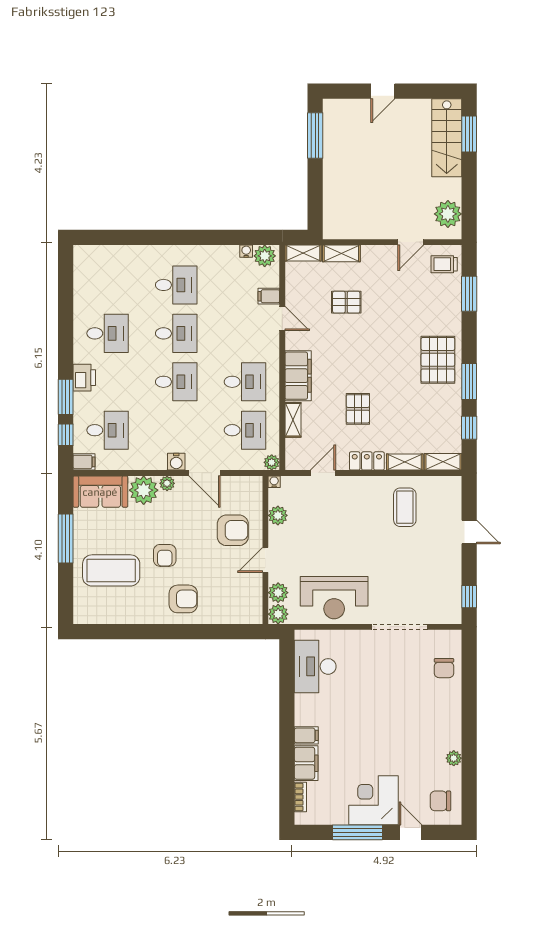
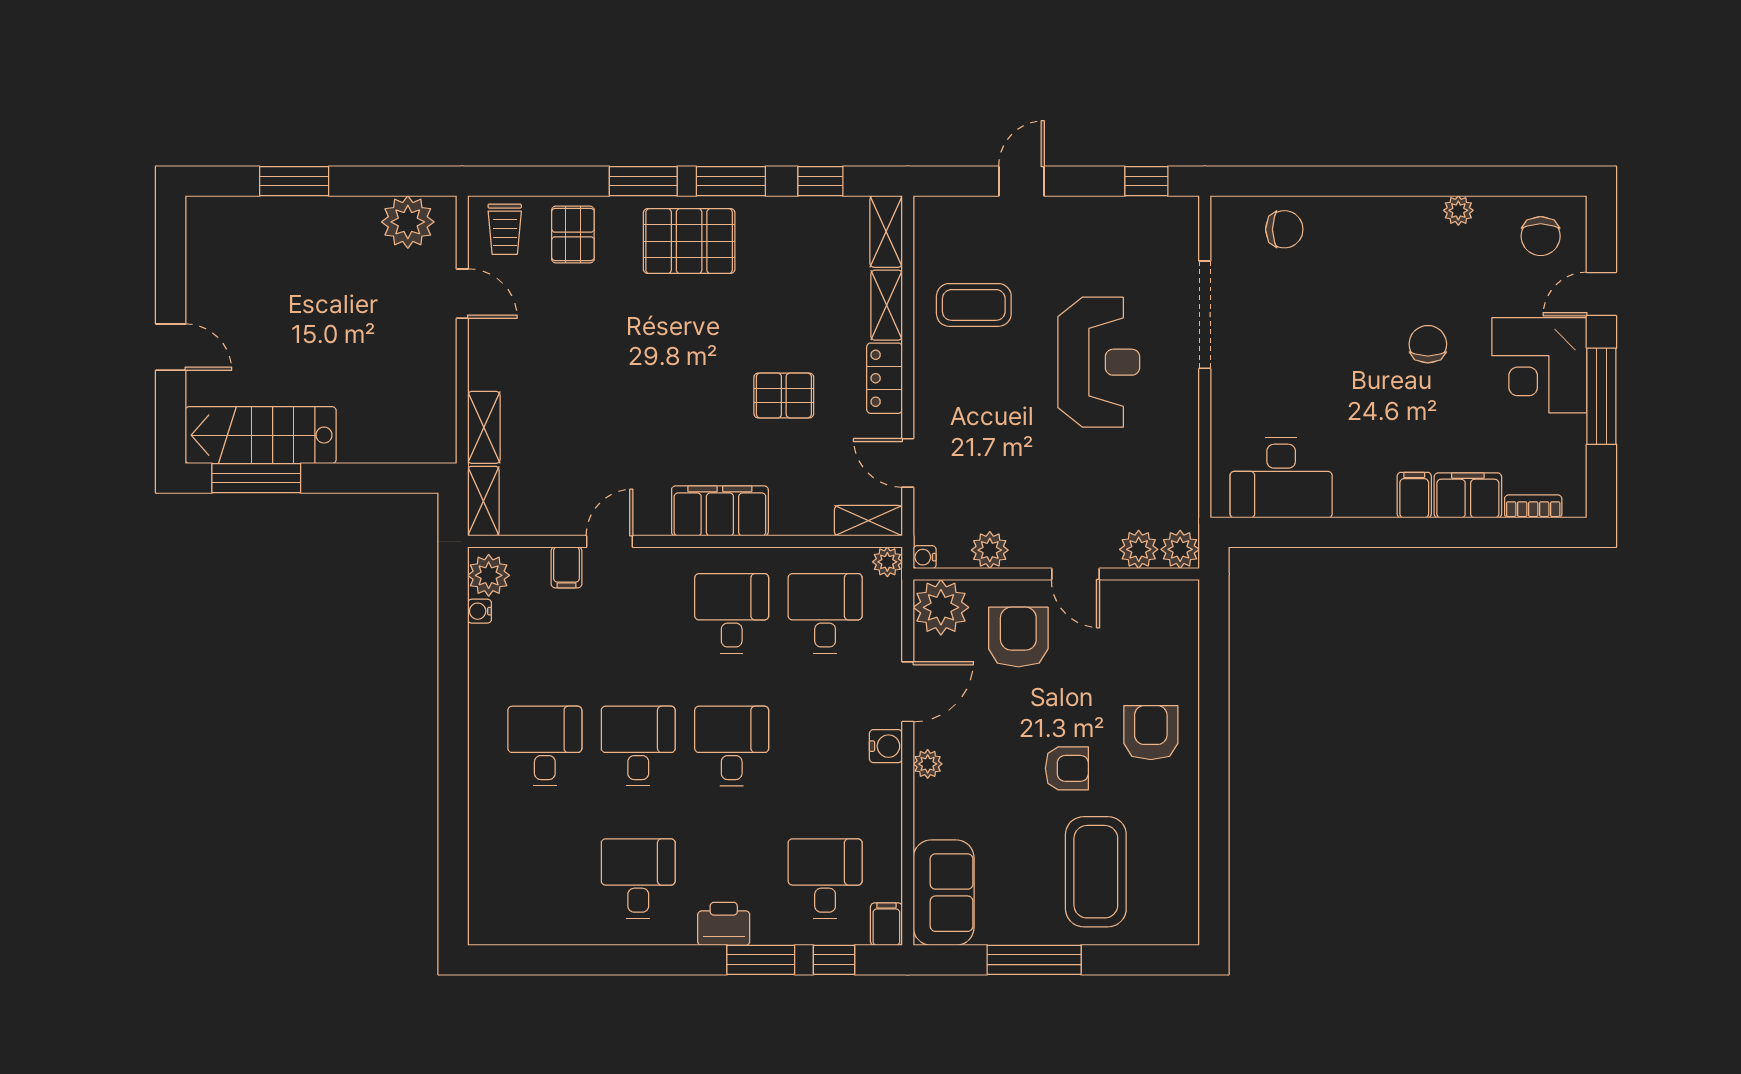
window: (469, 134) -> (294, 181), moved
stairs: (447, 138) -> (261, 435), moved, turned 180
window: (469, 294) -> (643, 181), moved
pallet: (346, 302) -> (573, 234), moved
shelving: (293, 420) -> (868, 521), moved
plant: (144, 490) -> (941, 607), moved
reception desk: (334, 598) -> (1099, 362), moved
chair: (384, 742) -> (1428, 344), added

